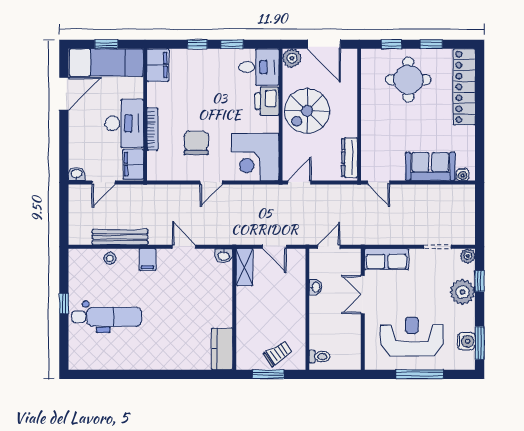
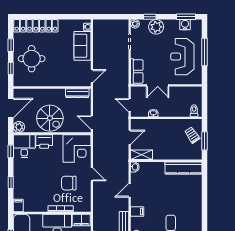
window: (232, 44) -> (11, 151), moved
filing cabinet: (158, 65) -> (18, 206), width x0.50
kitchen counter: (222, 349) -> (183, 168), width x1.50

